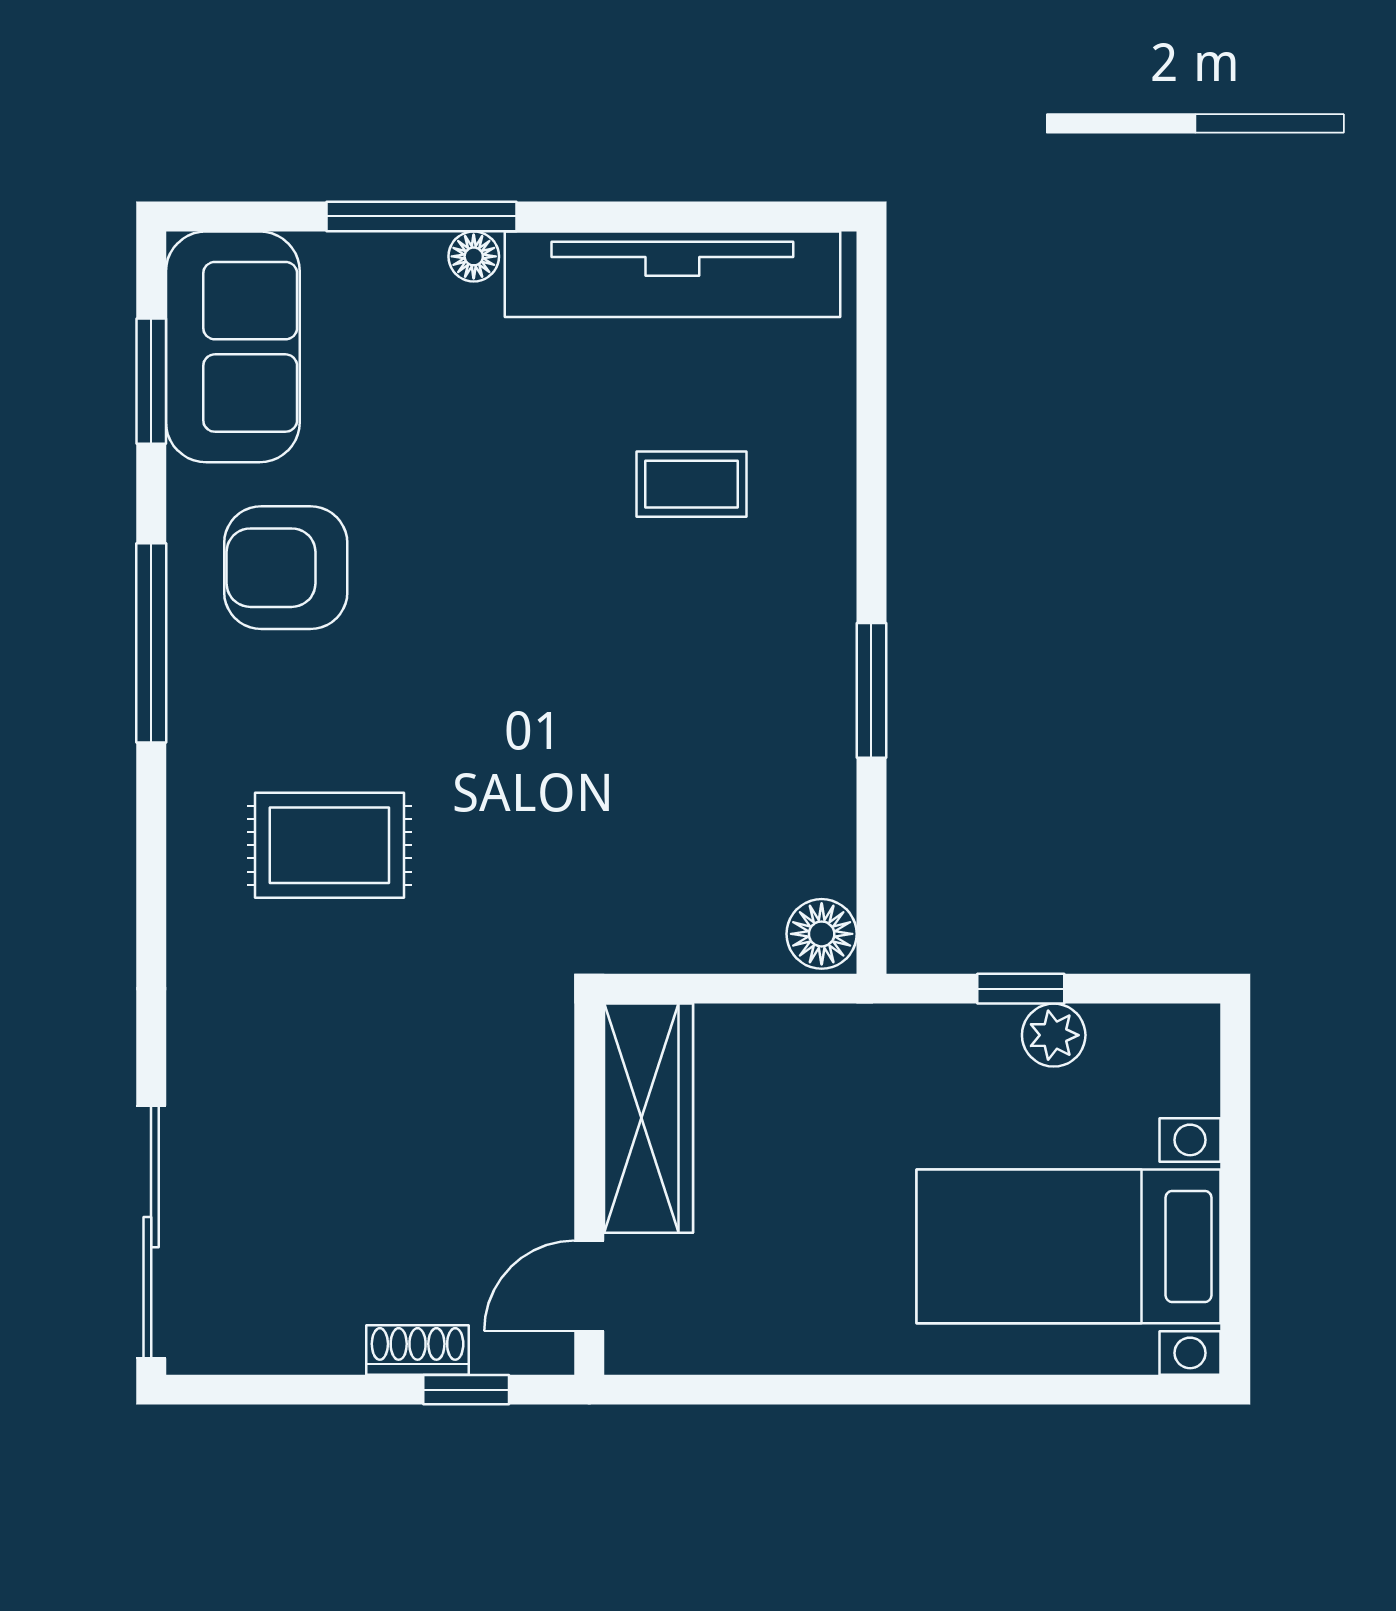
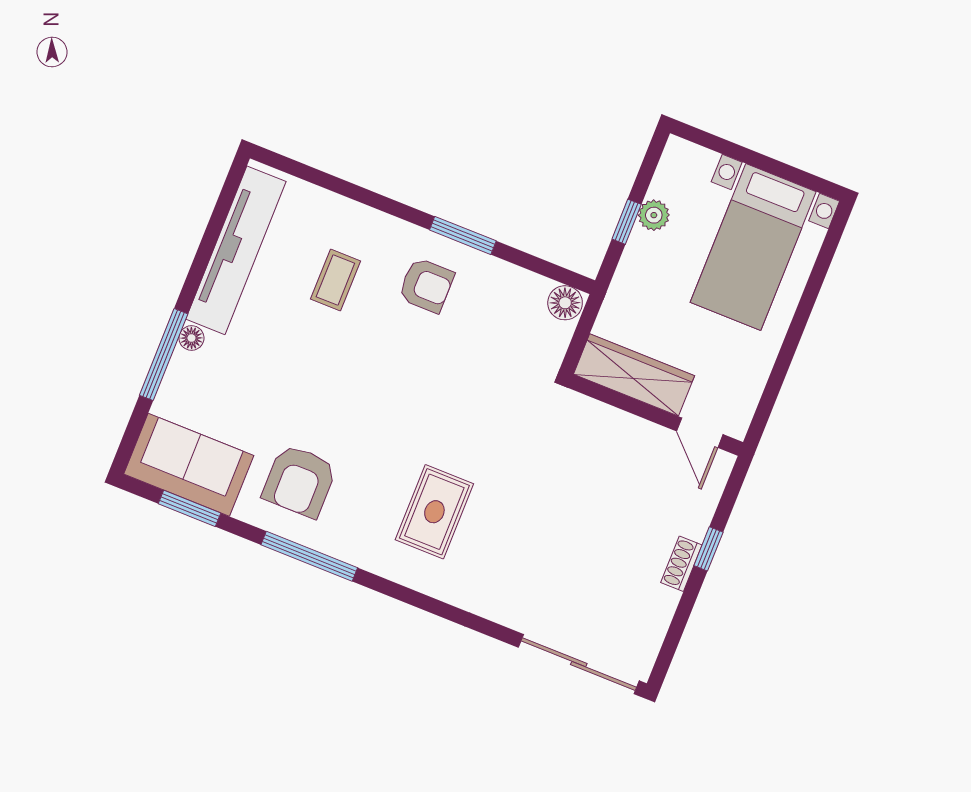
armchair: (750, 659) -> (426, 285), added
wardrobe: (648, 1118) -> (634, 375), moved
wall: (589, 1189) -> (656, 415), moved
door: (589, 1286) -> (700, 433), moved

